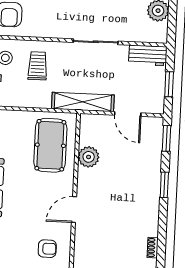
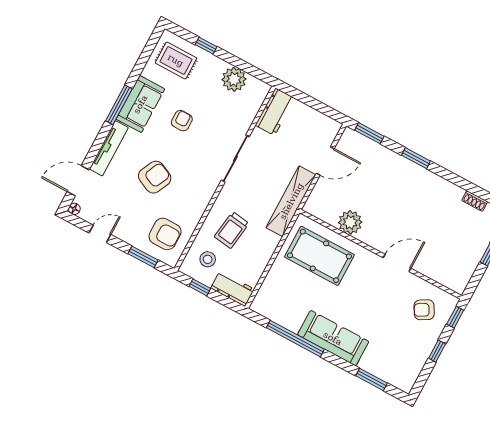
trolley: (38, 66) -> (232, 230), turned -82
window: (169, 84) -> (315, 104), removed
door: (74, 210) -> (397, 263), swing flipped
armchair: (47, 249) -> (424, 310), turned -120

